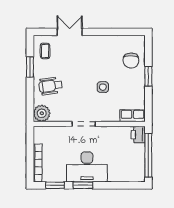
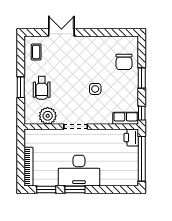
window: (30, 67) -> (21, 87), moved
wheelchair: (51, 86) -> (42, 88), turned -82
window: (148, 111) -> (142, 113), added
plant: (42, 113) -> (48, 116), moved

